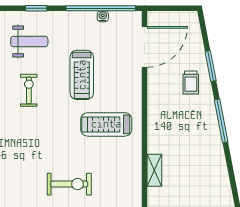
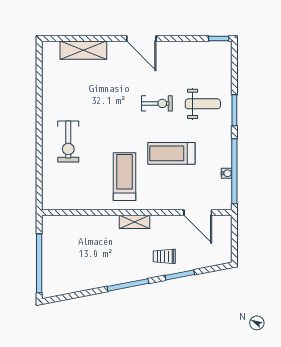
window: (36, 8) -> (234, 110), width x1.50
weight bench: (29, 42) -> (203, 104), turned -90
door: (144, 47) -> (198, 213), width x0.73
shelving: (154, 170) -> (135, 222), moved

